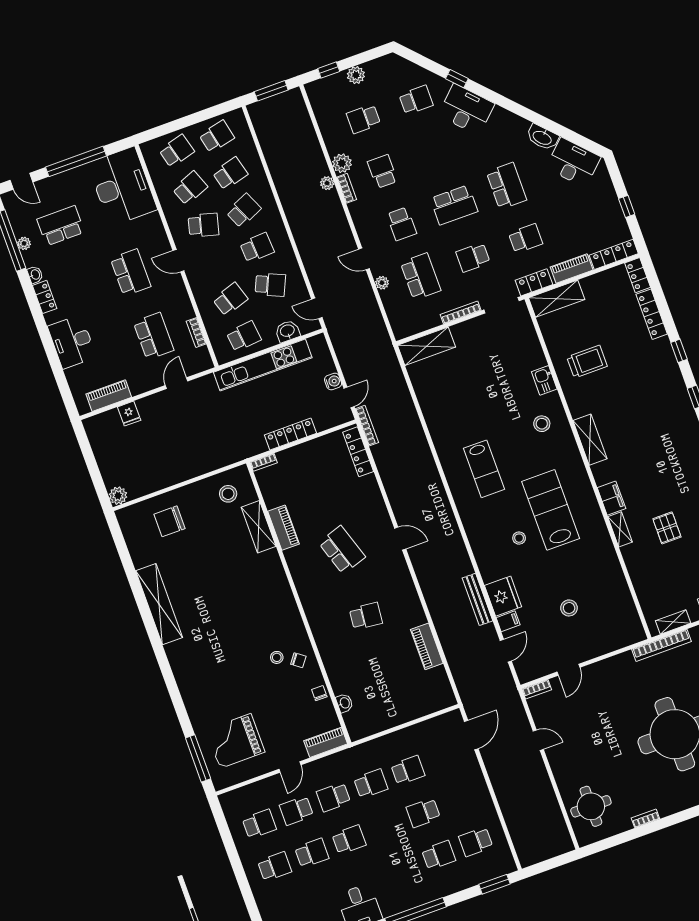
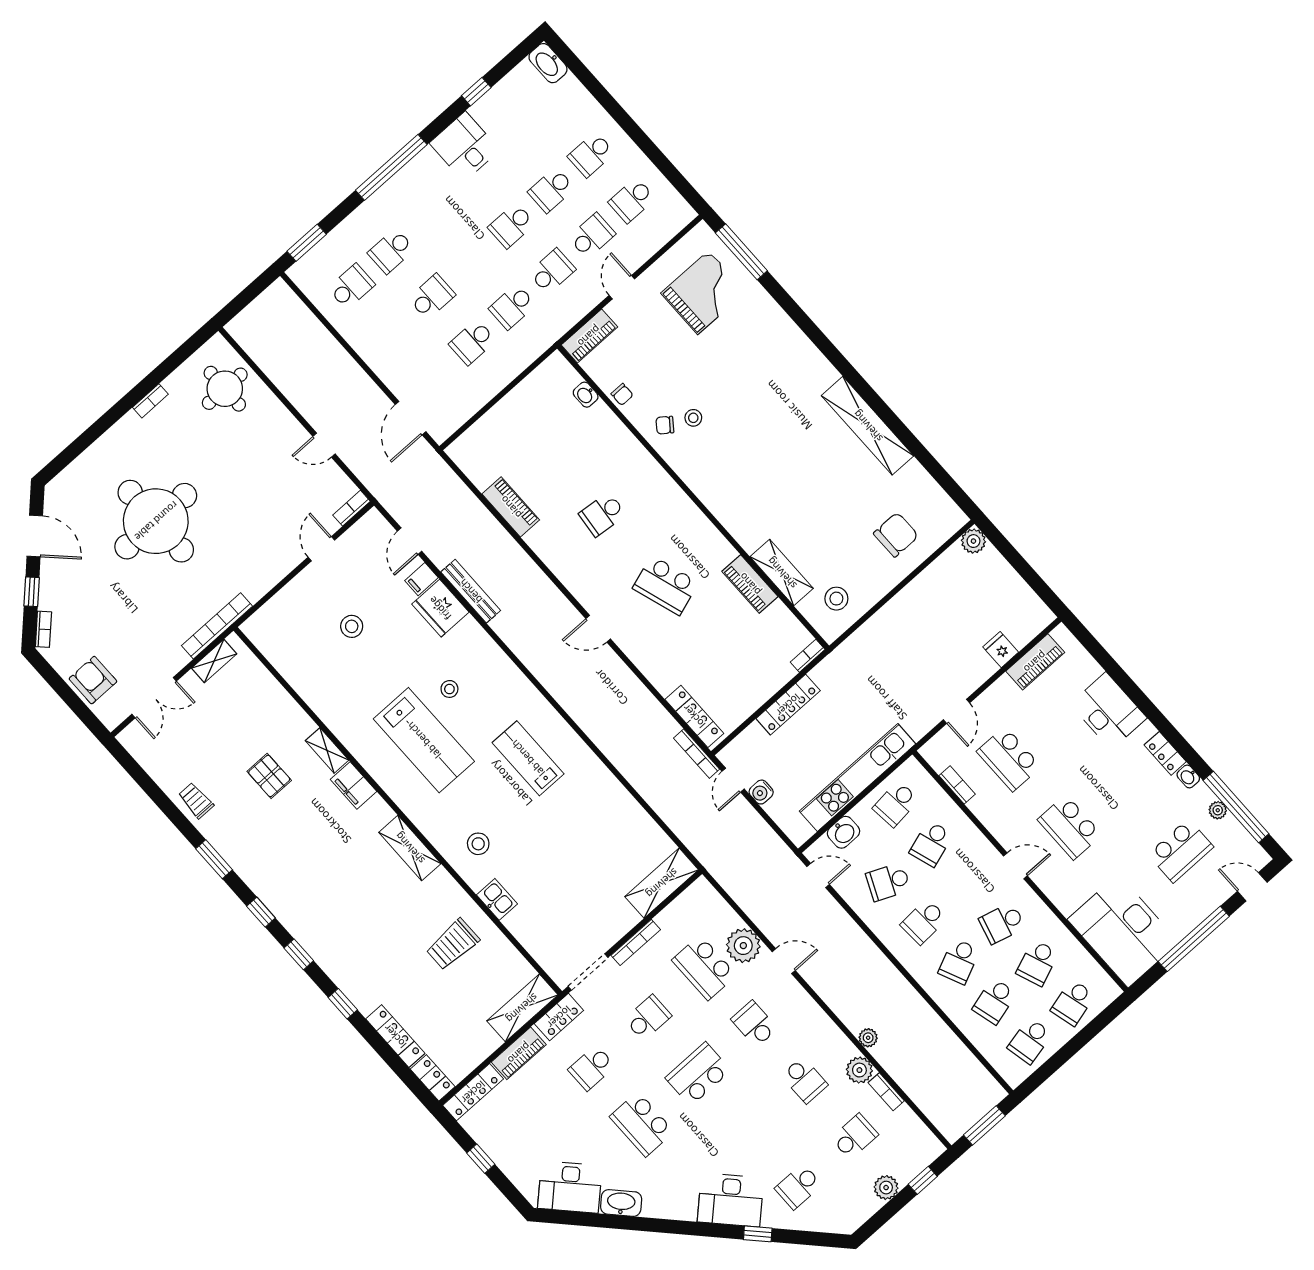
bookcase: (347, 188) -> (886, 1092), moved
plant: (382, 283) -> (743, 946), width x1.88, depth x1.88

